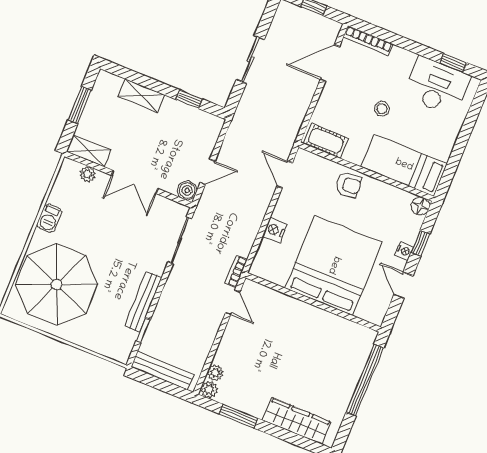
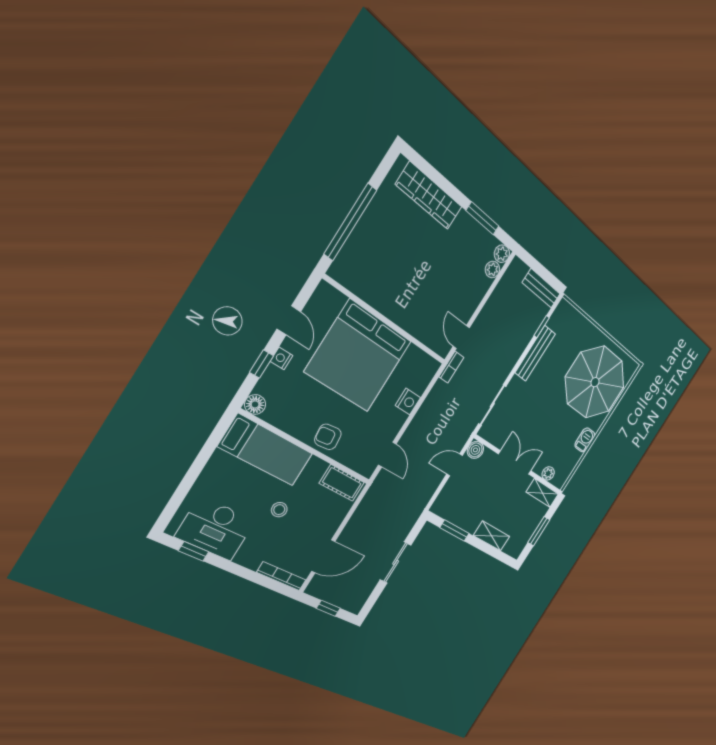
window: (189, 99) -> (455, 530), width x1.50
bench: (162, 371) -> (541, 288), width x0.73

